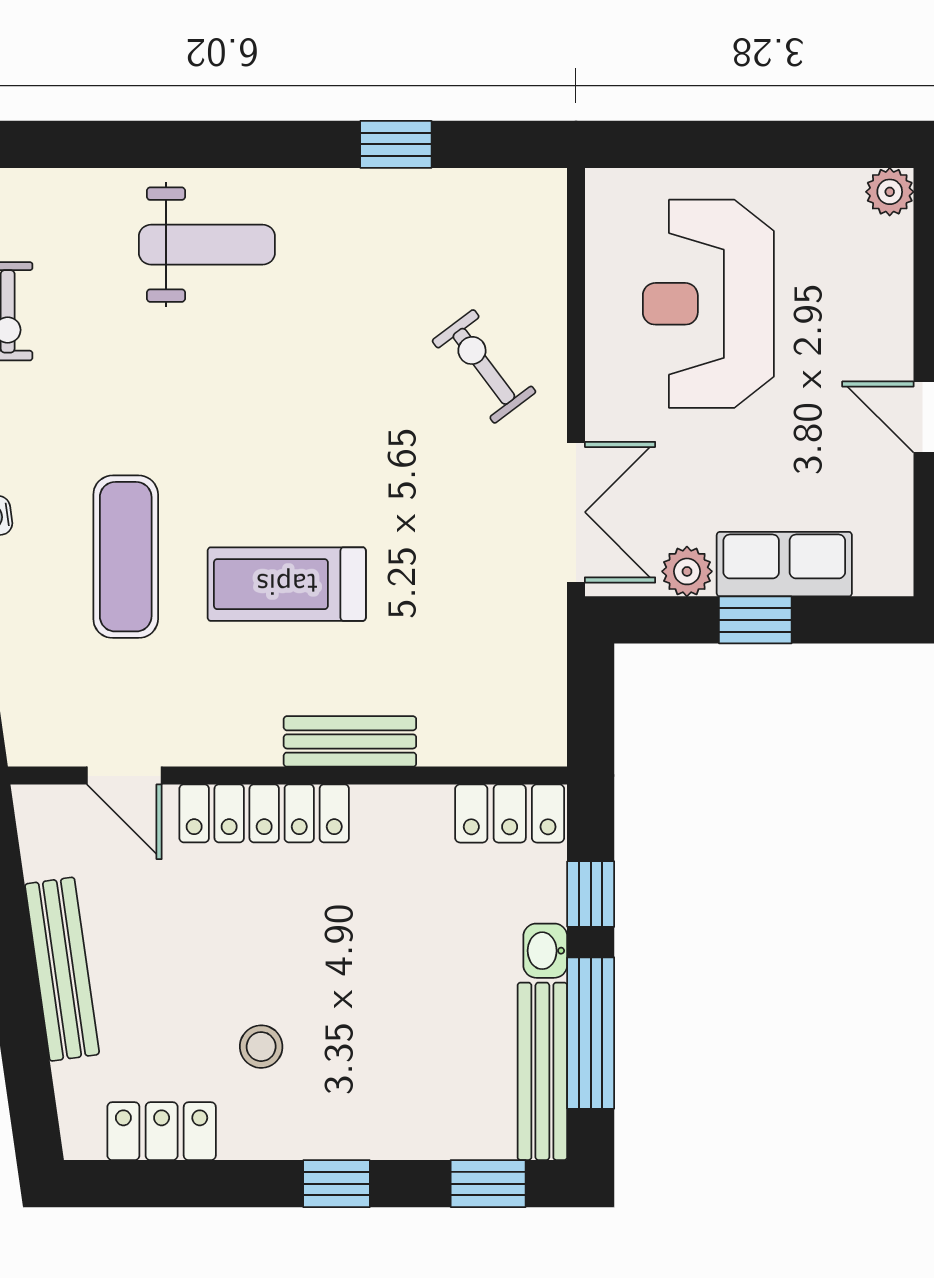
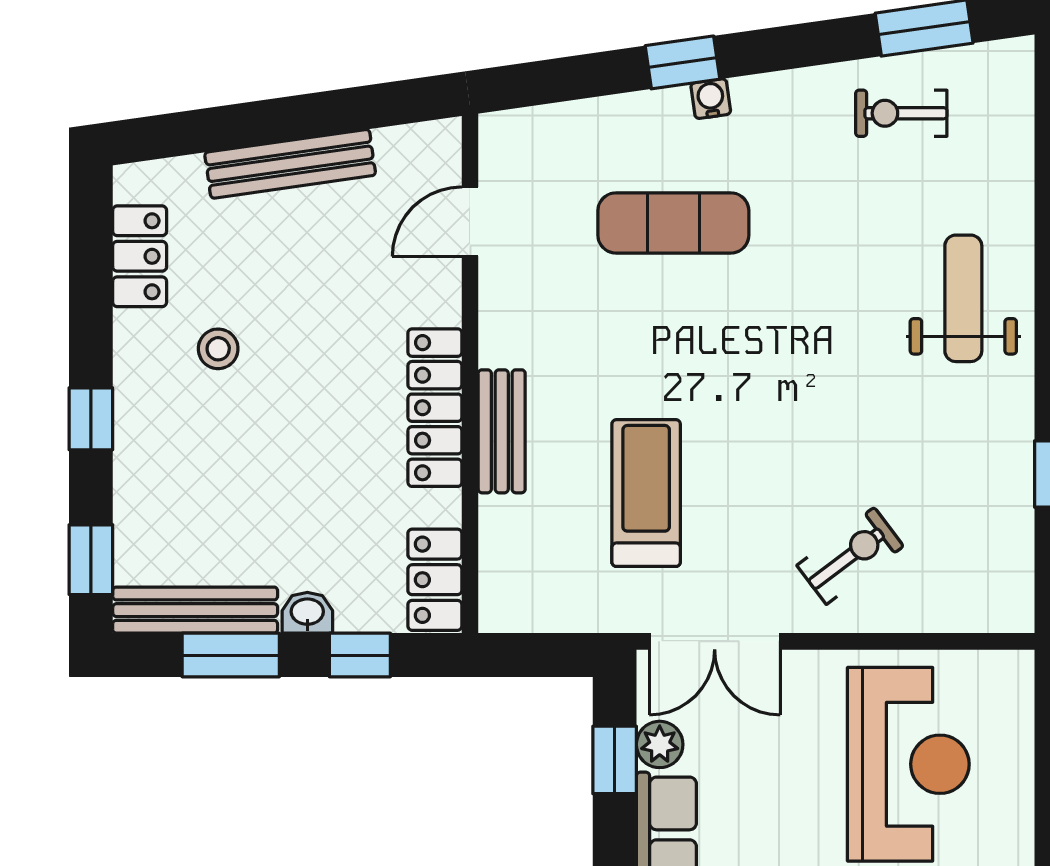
weight bench: (207, 245) -> (963, 298), turned 180
reception desk: (708, 304) -> (908, 764), turned 90
treadmill: (287, 584) -> (646, 493), moved
window: (755, 620) -> (615, 760), moved
locker: (264, 813) -> (435, 408), moved
window: (591, 1033) -> (231, 655), width x0.69

